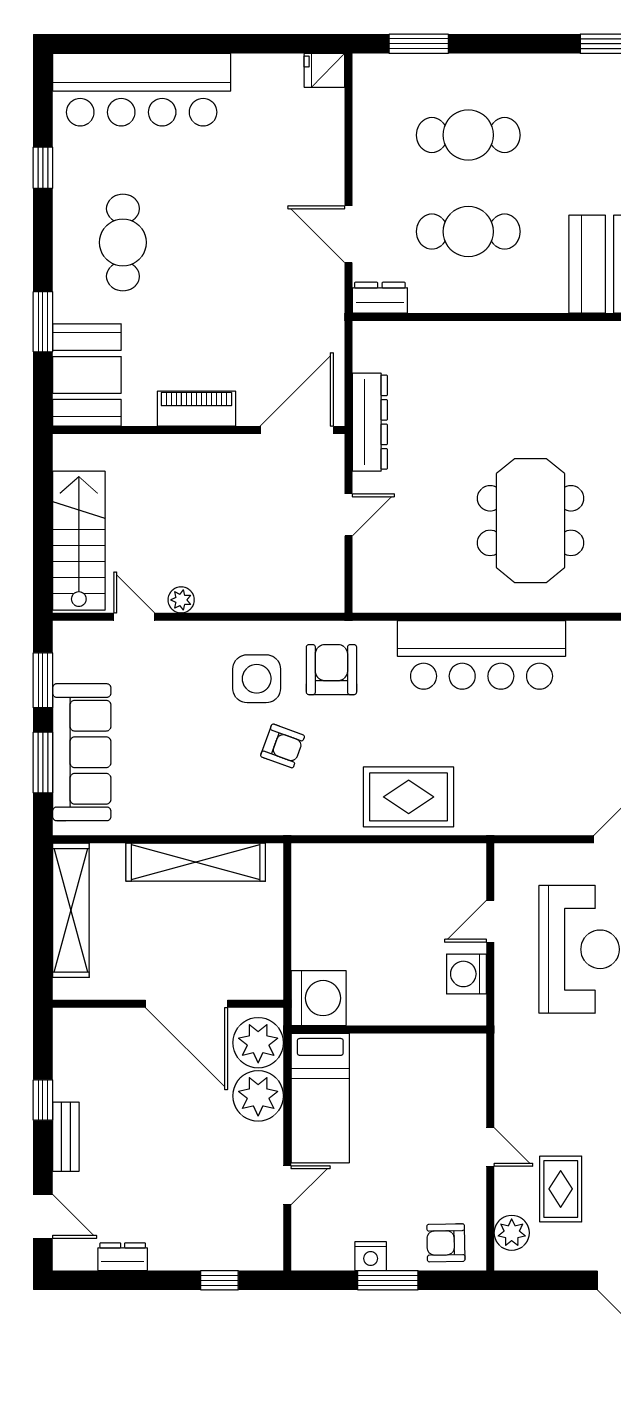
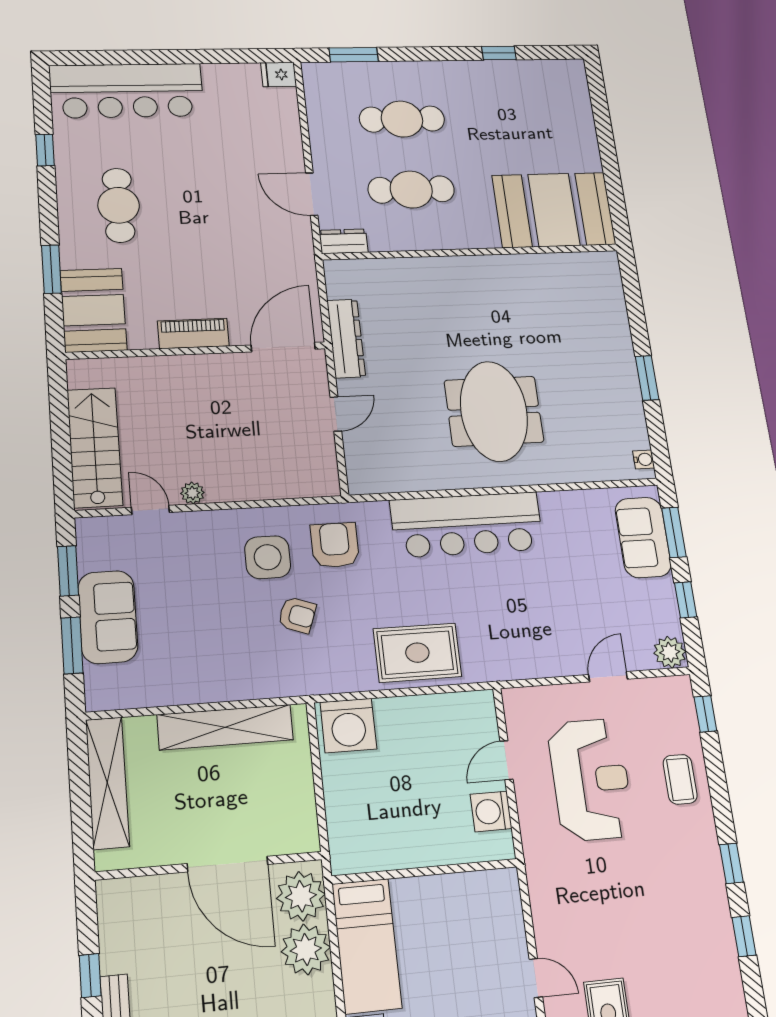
sofa: (82, 752) -> (108, 617), width x0.73
washing machine: (319, 998) -> (348, 726), moved, turned 90

